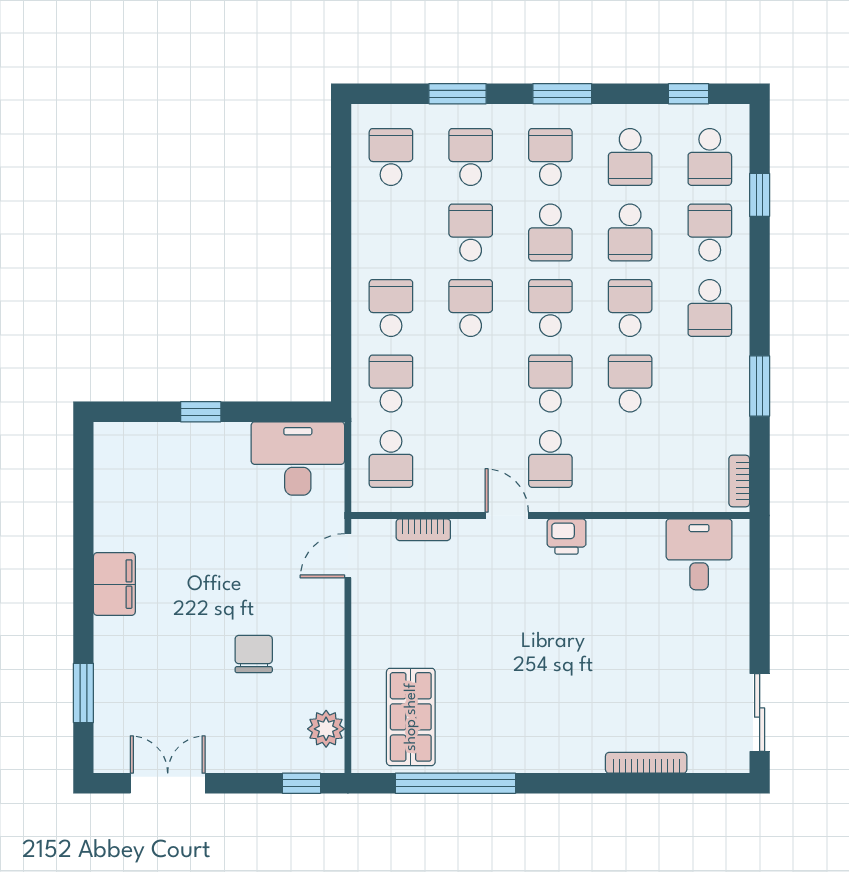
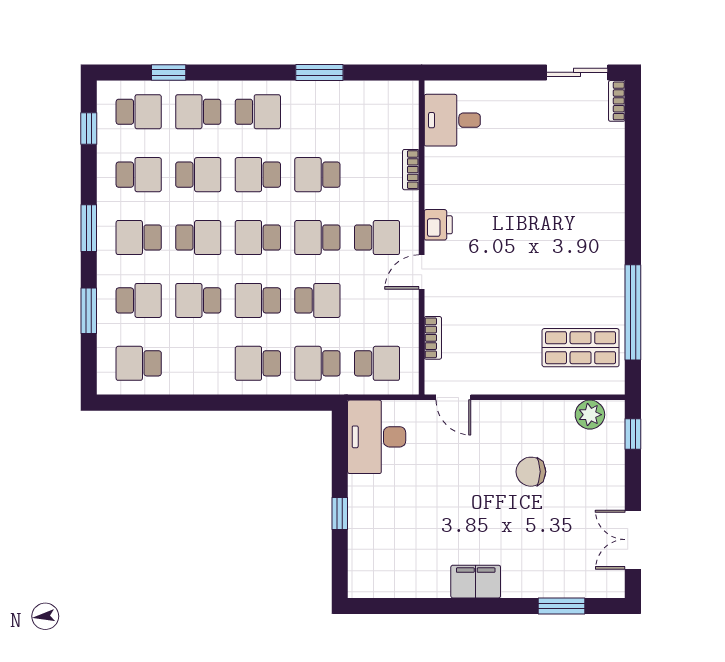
school desk: (471, 157) -> (139, 300), turned 180
school desk: (471, 383) -> (317, 300), added
bookcase: (739, 481) -> (411, 170), moved, turned 90
bookcase: (646, 763) -> (617, 101), moved, width x0.64

